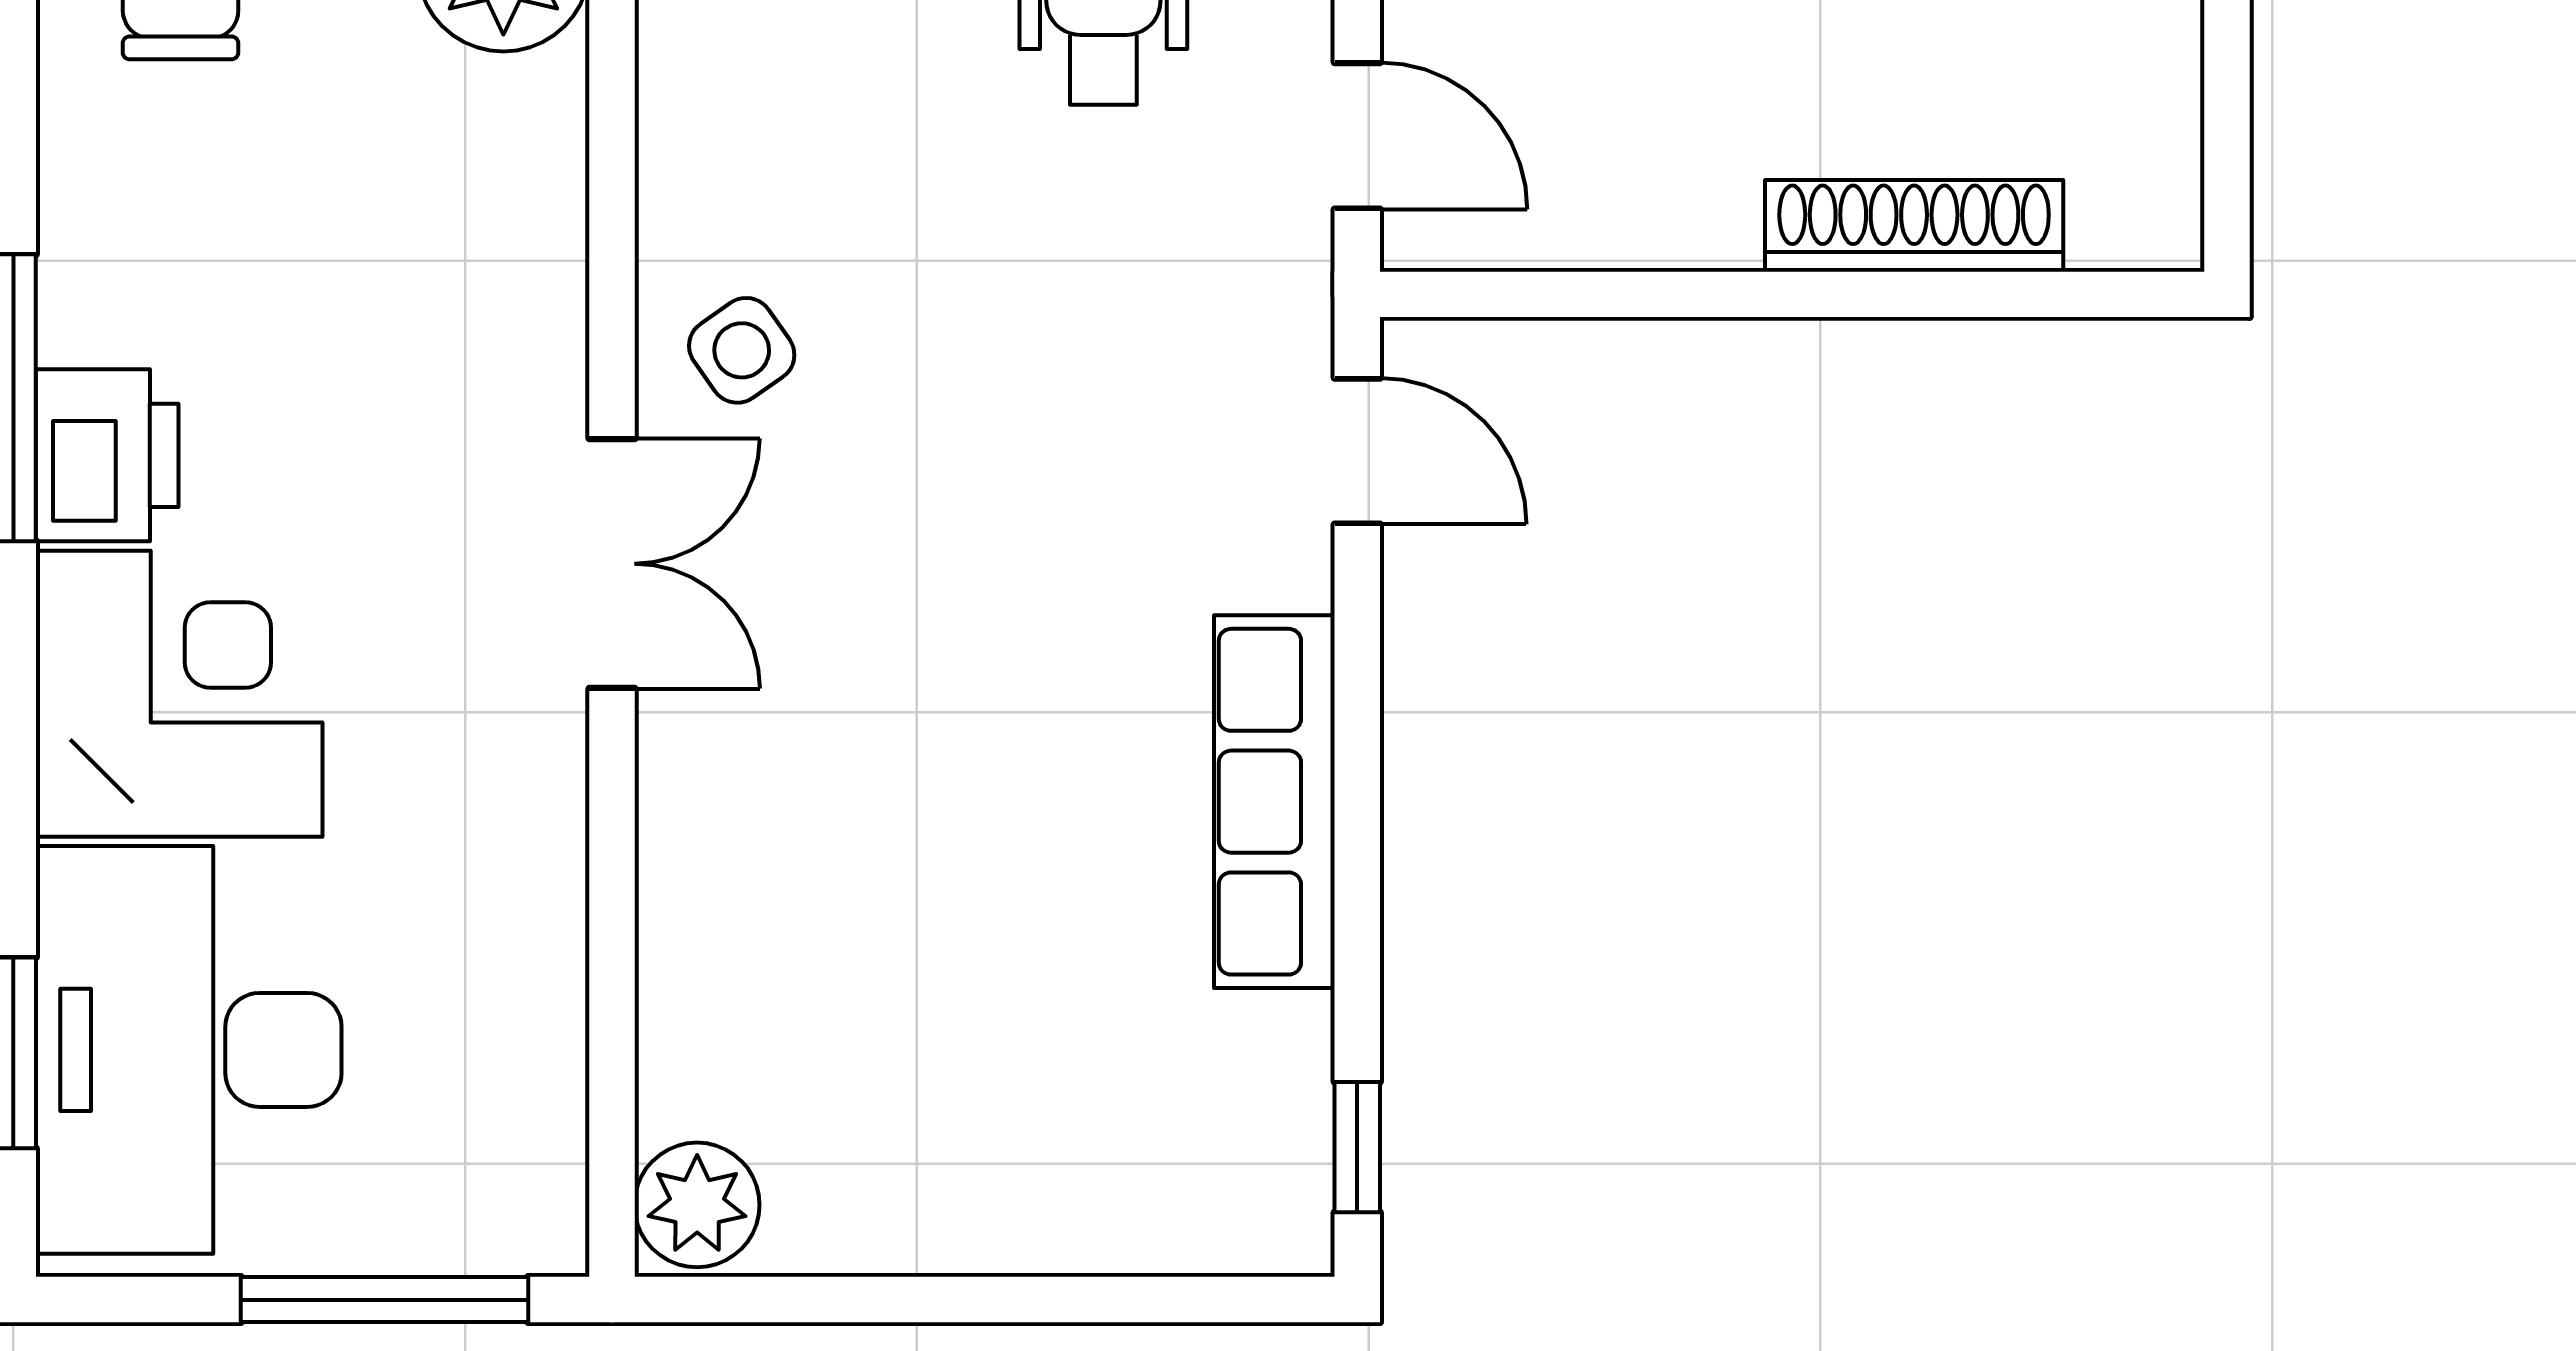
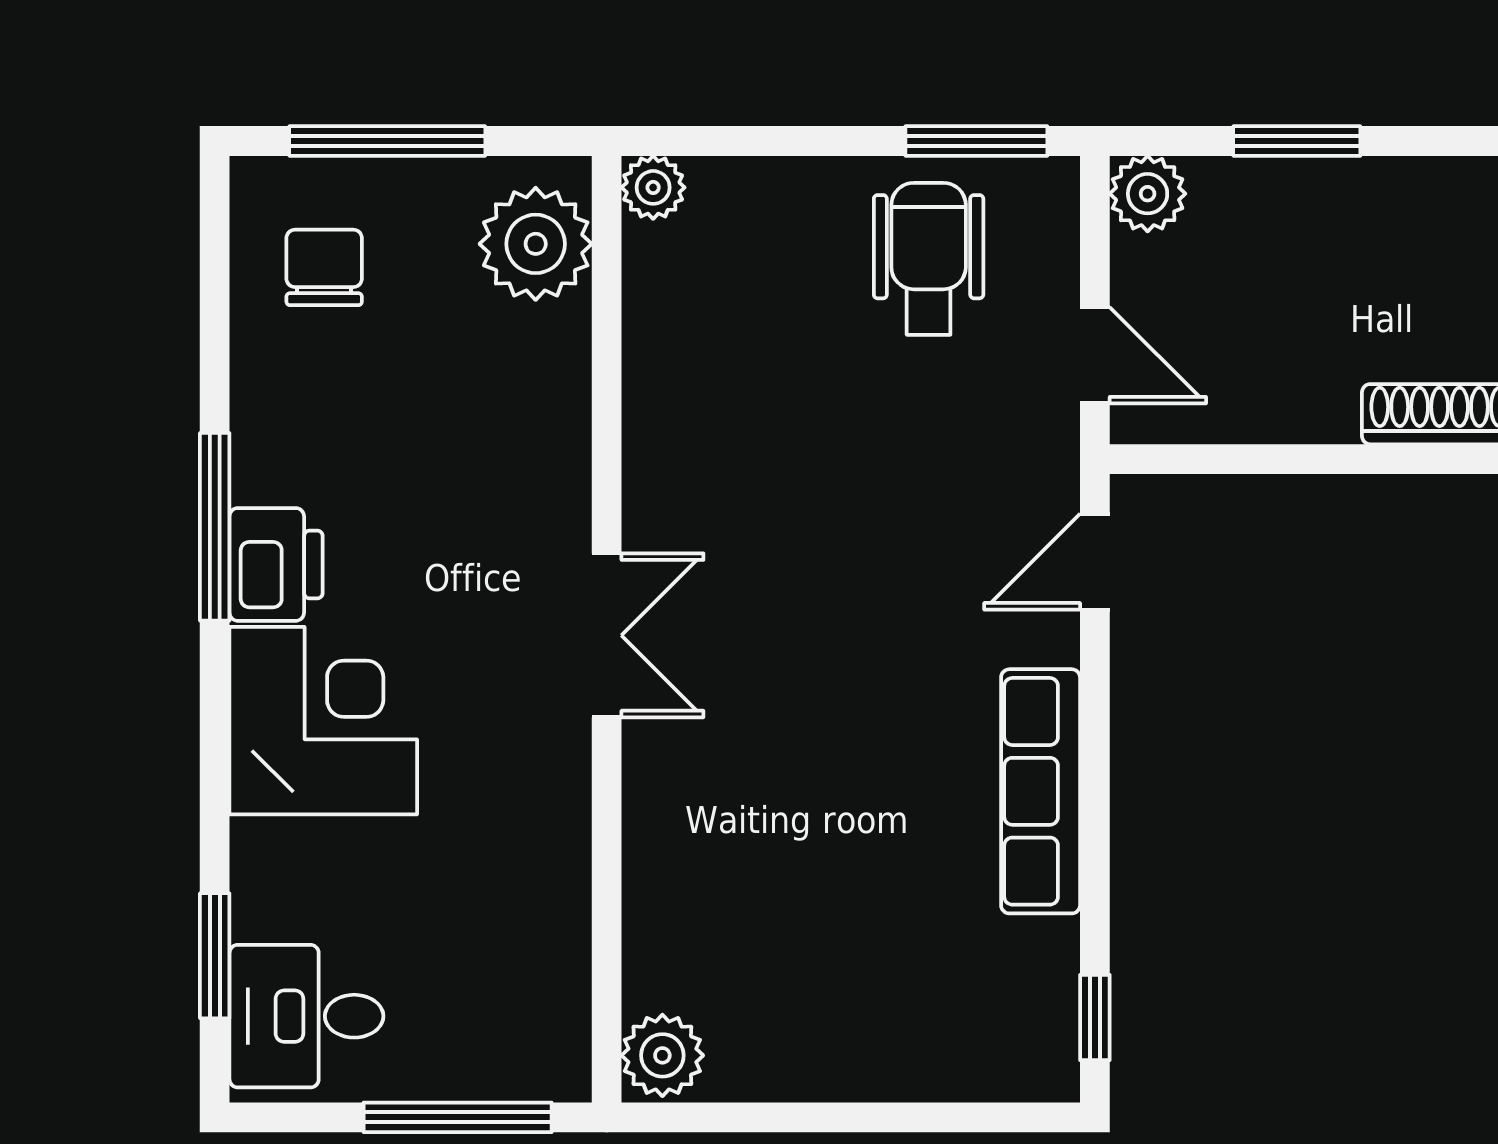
side table: (742, 350) -> (692, 496), removed
door: (1357, 451) -> (1095, 562), swing flipped
desk: (189, 1050) -> (306, 1016), width x0.53, depth x0.77

